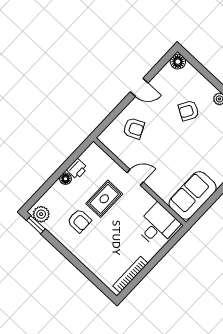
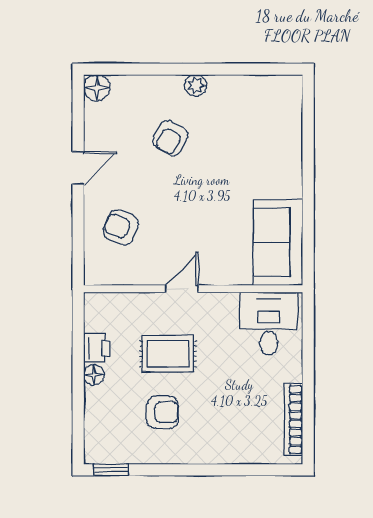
armchair: (134, 128) -> (121, 227), turned -134
rug: (104, 199) -> (168, 354), turned 90
plant: (41, 214) -> (105, 450), removed

